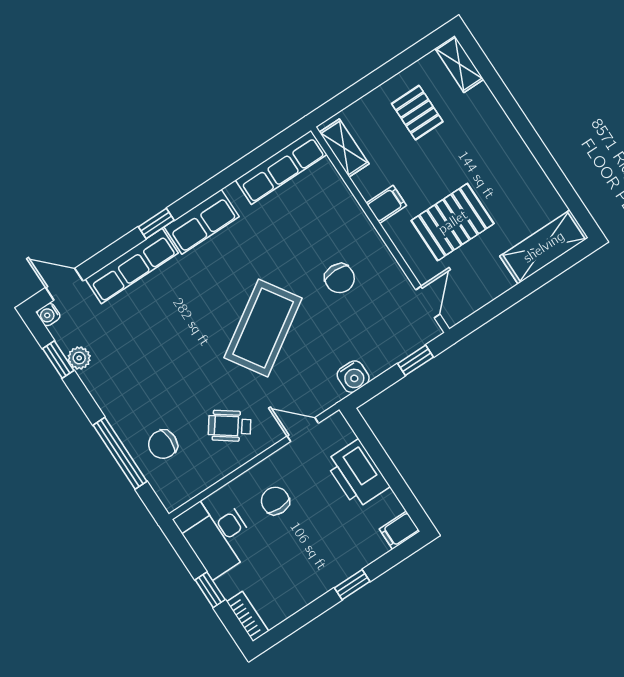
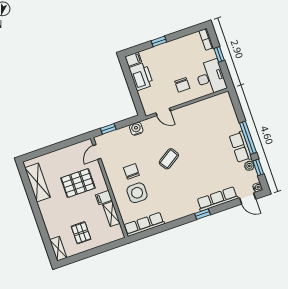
shelving: (344, 148) -> (111, 214), moved
row of seats: (202, 222) -> (240, 147), moved, turned -90
side table: (315, 234) -> (137, 193), added
shelving: (544, 247) -> (37, 183), moved, turned 90
coffee table: (263, 328) -> (169, 159), width x0.54, depth x0.58
wheelchair: (230, 426) -> (193, 121), removed
chair: (163, 444) -> (223, 121), removed
window: (120, 453) -> (248, 138), moved
printer: (357, 474) -> (141, 76), moved

